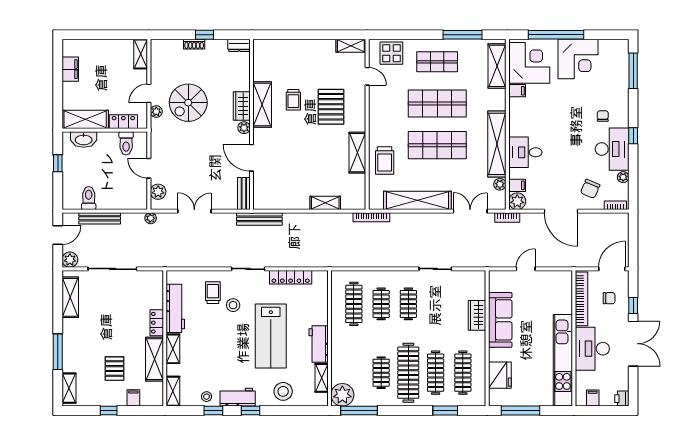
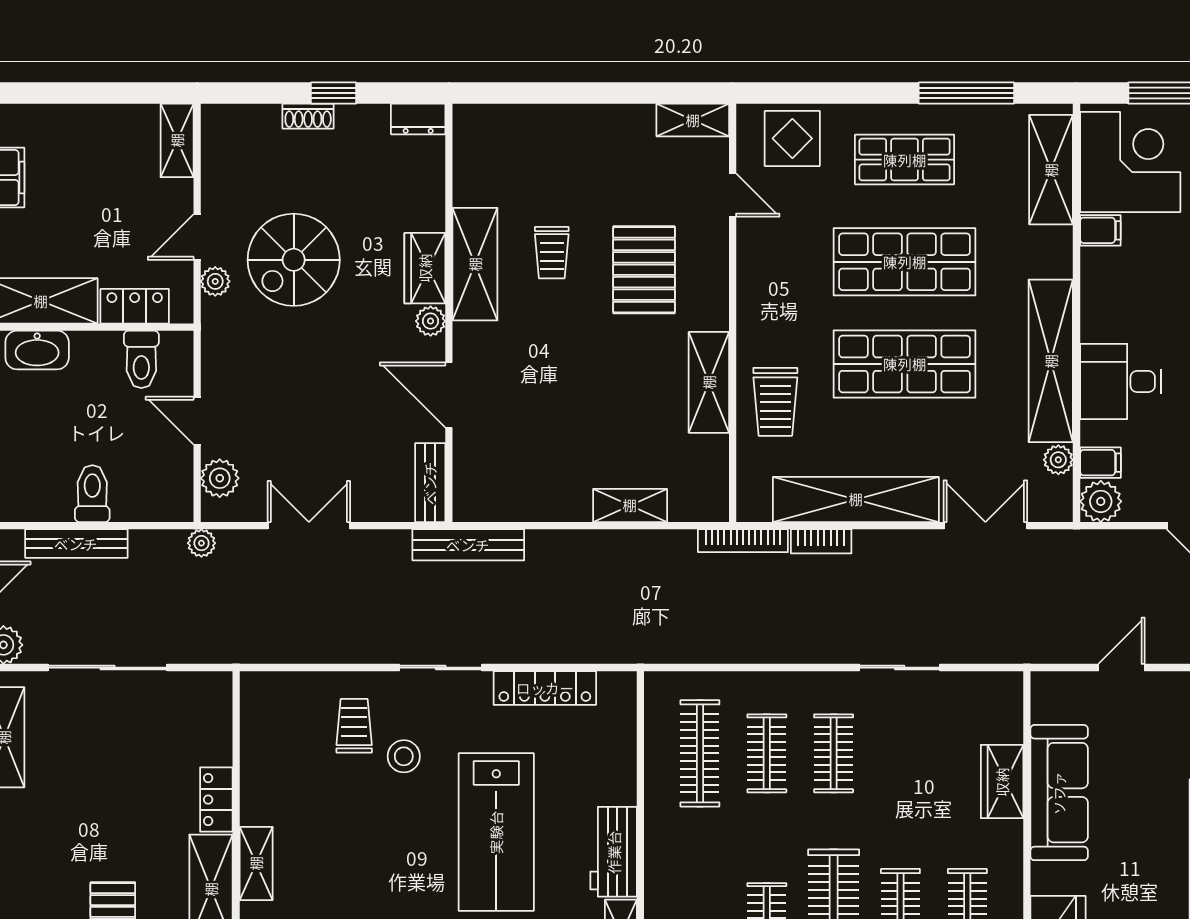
toilet: (89, 198) -> (92, 494), moved
bookcase: (507, 217) -> (821, 541), moved
workbench: (175, 308) -> (262, 764), removed

